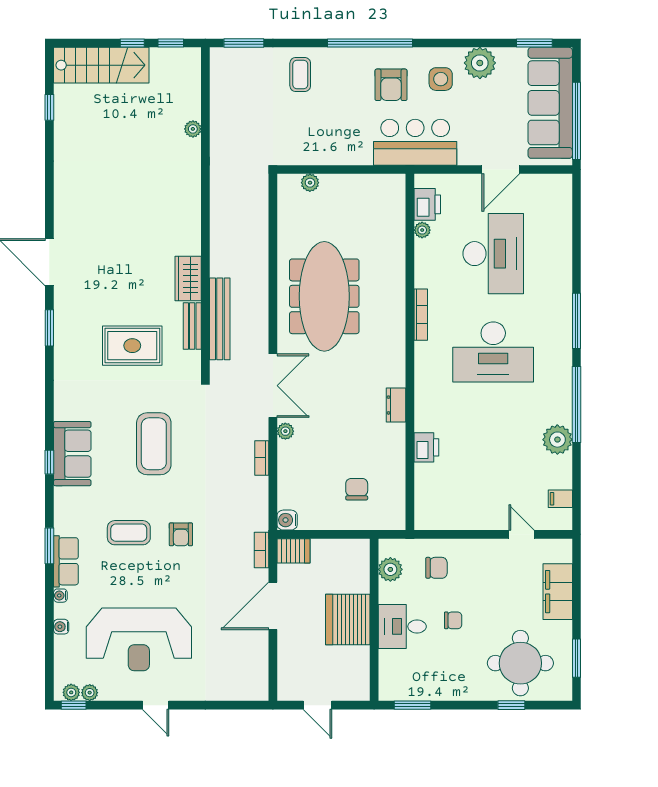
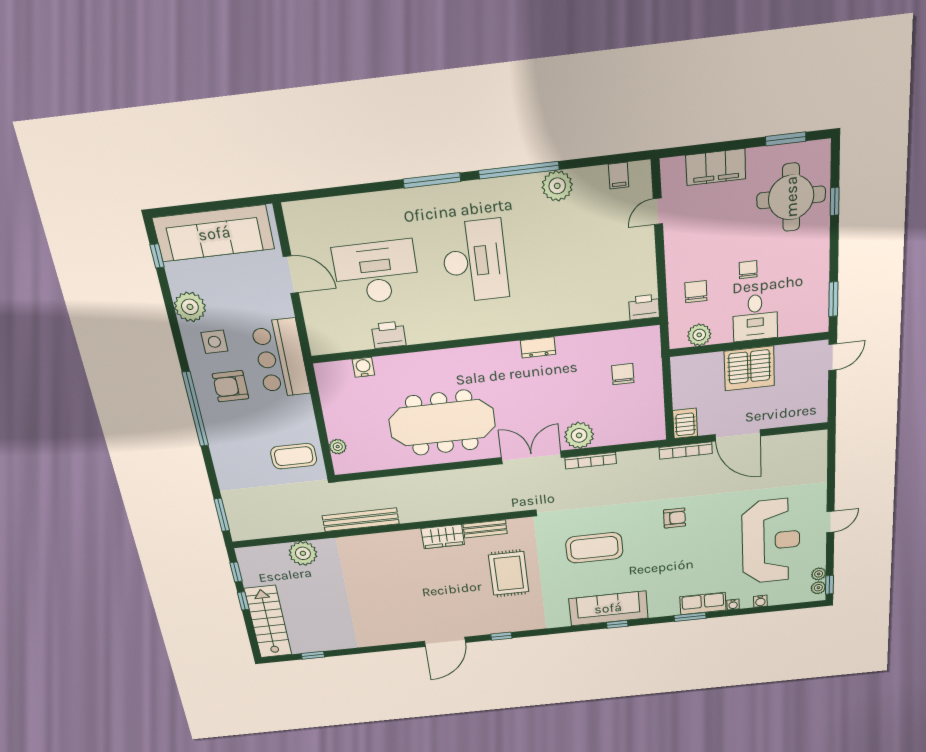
window: (534, 43) -> (157, 256), width x0.67
coffee table: (300, 74) -> (294, 456), moved, width x1.36, depth x1.30
armchair: (391, 85) -> (230, 386), turned 180
window: (577, 121) -> (226, 204), removed
plant: (193, 129) -> (303, 553), width x1.87, depth x1.87
printer: (427, 204) -> (389, 335), moved
plant: (422, 230) -> (364, 342), removed
bookcase: (421, 315) -> (447, 335), removed
bench: (220, 319) -> (361, 520), moved
window: (49, 328) -> (501, 636), width x0.67
plant: (285, 431) -> (579, 435), width x1.88, depth x1.88
printer: (426, 447) -> (644, 307), moved
sofa: (72, 454) -> (608, 608), width x1.36
bookcase: (262, 458) -> (591, 461), width x1.56
chair: (357, 489) -> (623, 374), turned 90
water cooler: (287, 520) -> (363, 367), moved, turned 180
coffee table: (129, 533) -> (675, 559), removed
bookcase: (262, 550) -> (686, 451), width x1.56
door: (317, 705) -> (833, 357), moved

